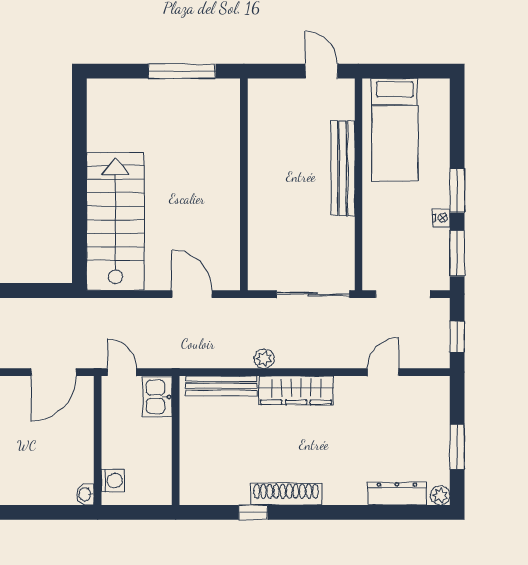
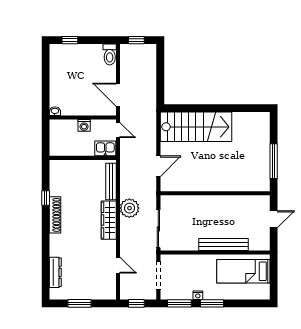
door: (321, 71) -> (274, 219), moved
plant: (264, 359) -> (129, 208), width x1.87, depth x1.87
door: (122, 372) -> (118, 130), hinge flipped
washing machine: (113, 481) -> (84, 125), moved
plant: (440, 495) -> (54, 295), removed

